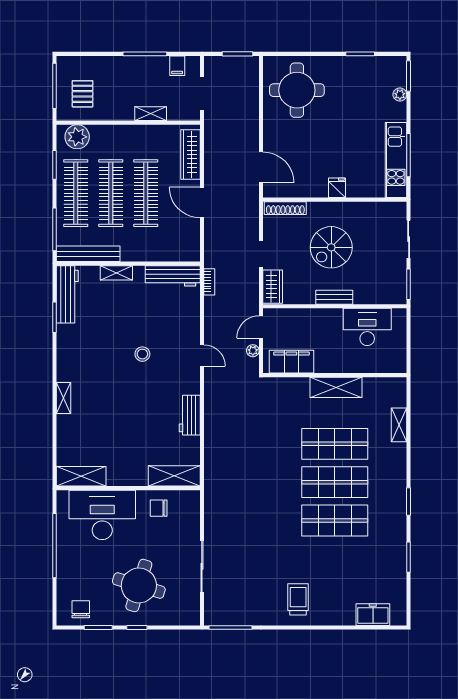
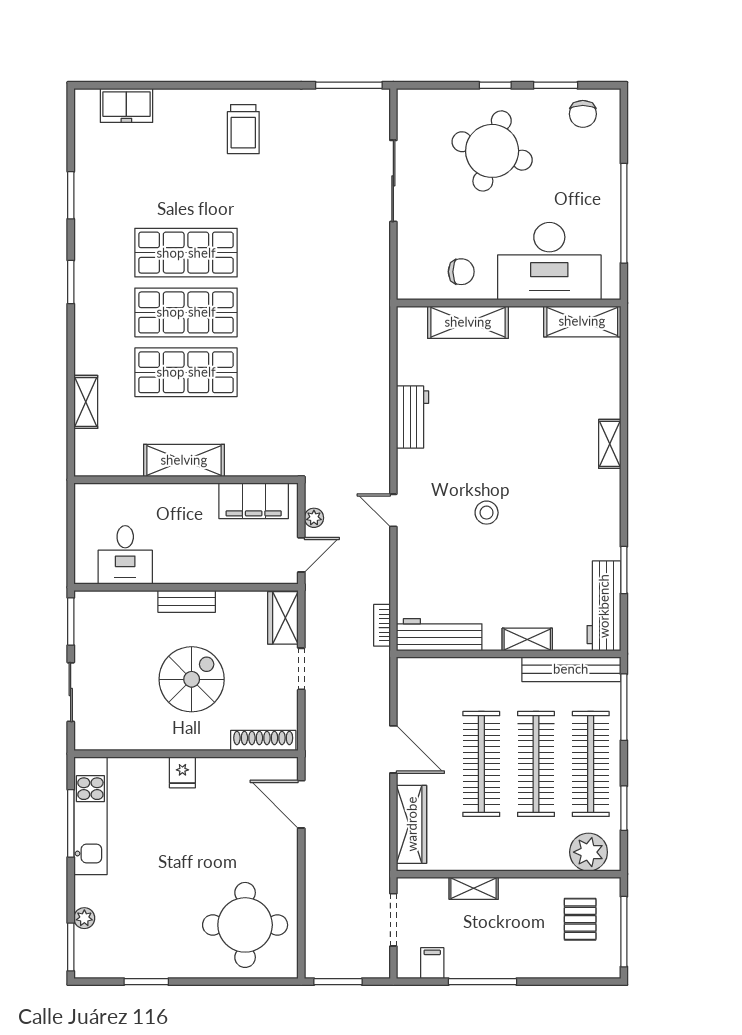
desk: (367, 327) -> (125, 555), width x0.73
shelving: (174, 476) -> (468, 322), moved

